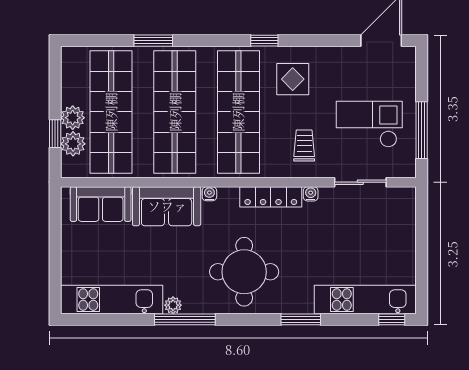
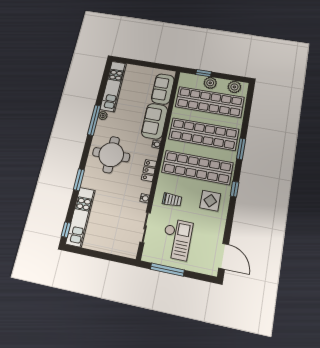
window: (153, 41) -> (241, 149), moved
plant: (73, 144) -> (234, 87), moved
locker: (271, 197) -> (149, 171), width x0.66

